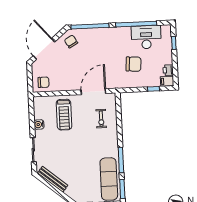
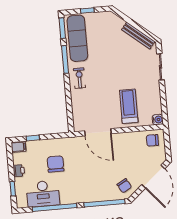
chair: (134, 64) -> (56, 164), turned 86
printer: (168, 70) -> (19, 171), moved
door: (93, 92) -> (98, 132), hinge flipped
exercise bike: (101, 119) -> (79, 78), moved
water cooler: (39, 124) -> (158, 120), moved

